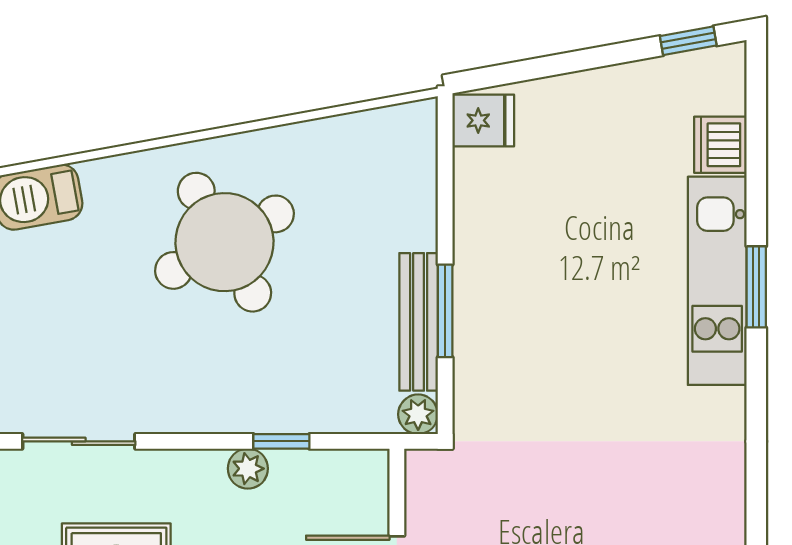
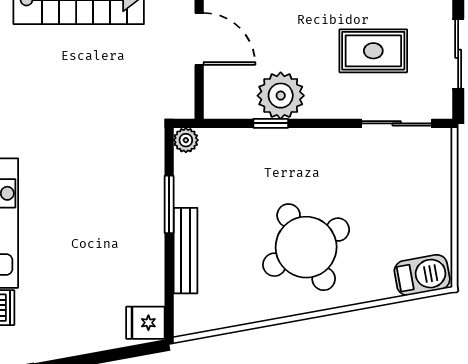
bench: (419, 322) -> (186, 251), moved
plant: (248, 469) -> (281, 96), width x1.87, depth x1.87

